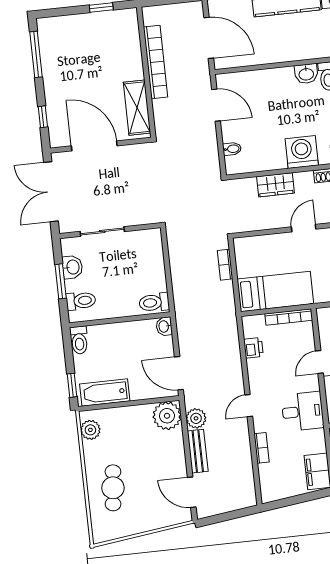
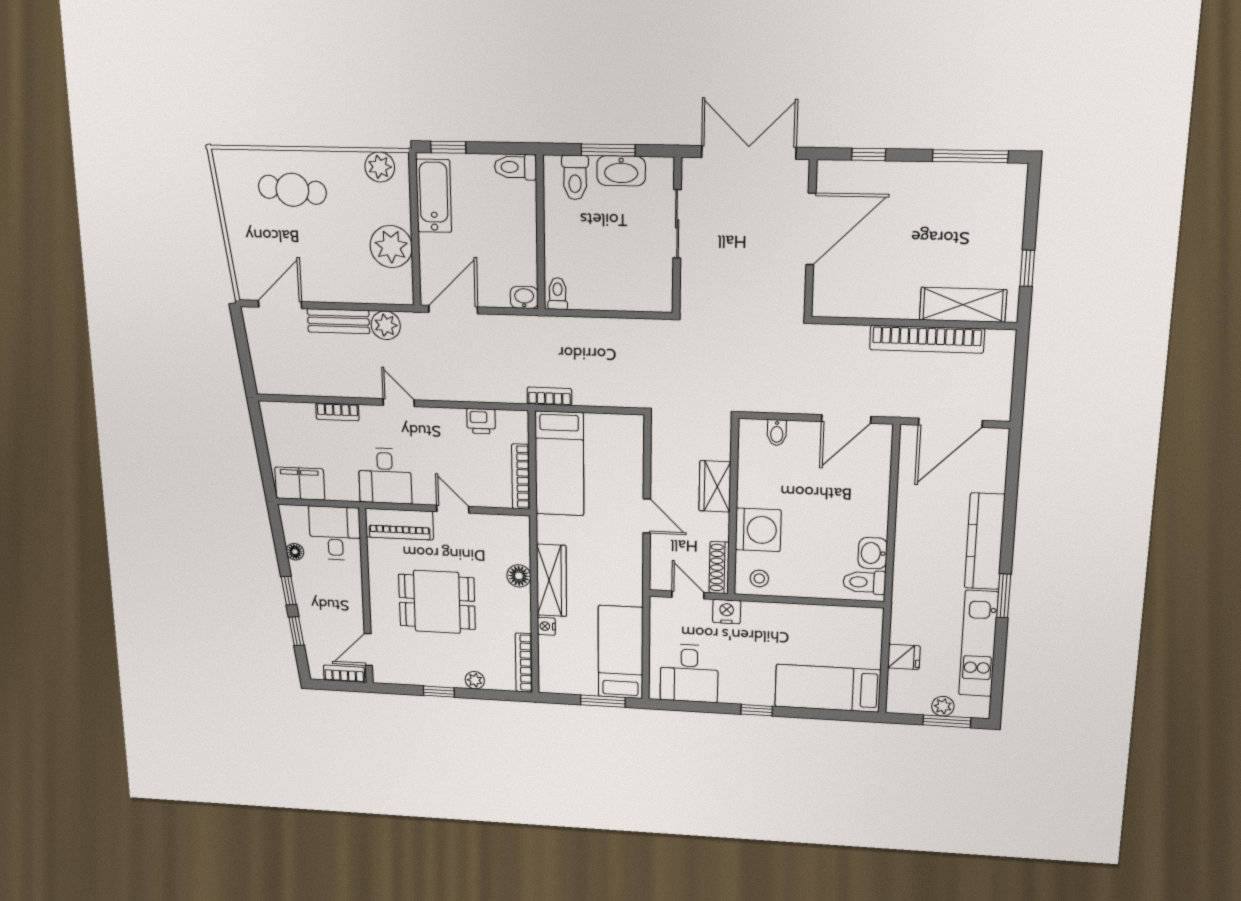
shelving: (137, 108) -> (963, 305), moved
bookcase: (225, 265) -> (549, 396), moved
washbasin: (72, 267) -> (621, 171), width x1.38
toilet: (154, 302) -> (558, 294), width x0.73, depth x0.72
plant: (167, 416) -> (391, 247), moved

